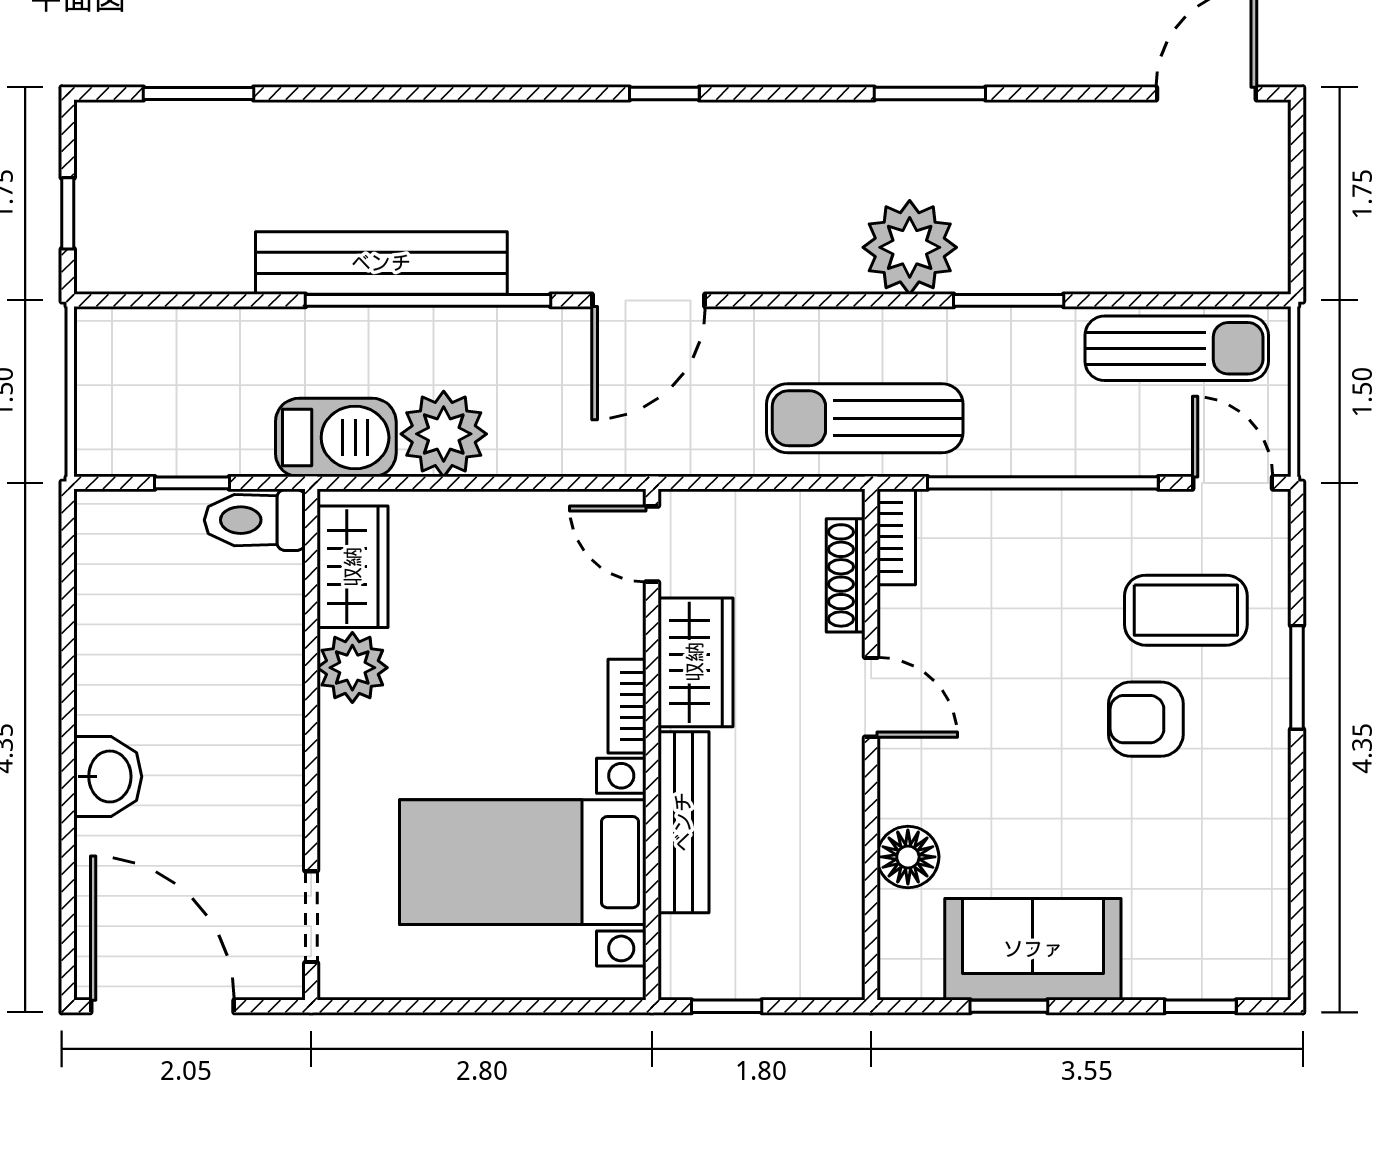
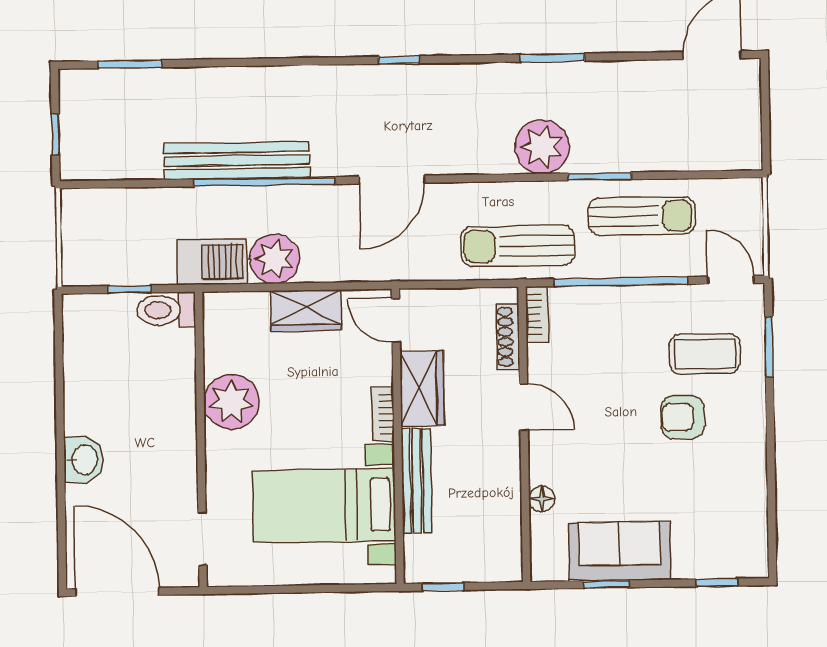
sun lounger: (1177, 348) -> (642, 216), moved
wardrobe: (353, 567) -> (306, 310), moved, turned 90
plant: (352, 668) -> (231, 402), width x1.36, depth x1.36
window: (1297, 677) -> (769, 347), moved
floor lamp: (908, 857) -> (542, 499), width x0.73, depth x0.73

